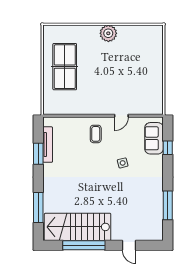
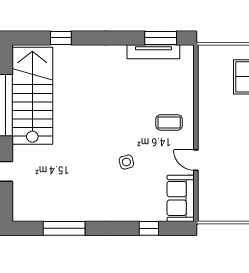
sofa: (154, 138) -> (181, 198), moved, turned -90
window: (38, 154) -> (161, 38), moved
window: (38, 208) -> (61, 38), width x0.46

